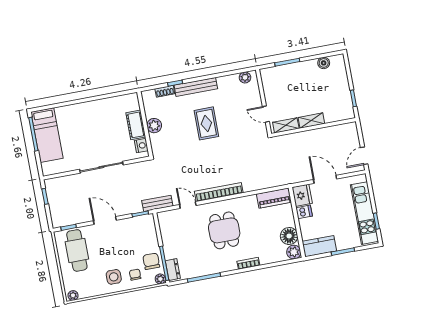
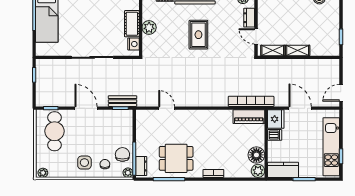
dresser: (255, 96) -> (249, 18), added
bookcase: (219, 192) -> (251, 101), moved
bench: (157, 203) -> (123, 101), moved
dining table: (224, 230) -> (176, 158), moved, turned 90

